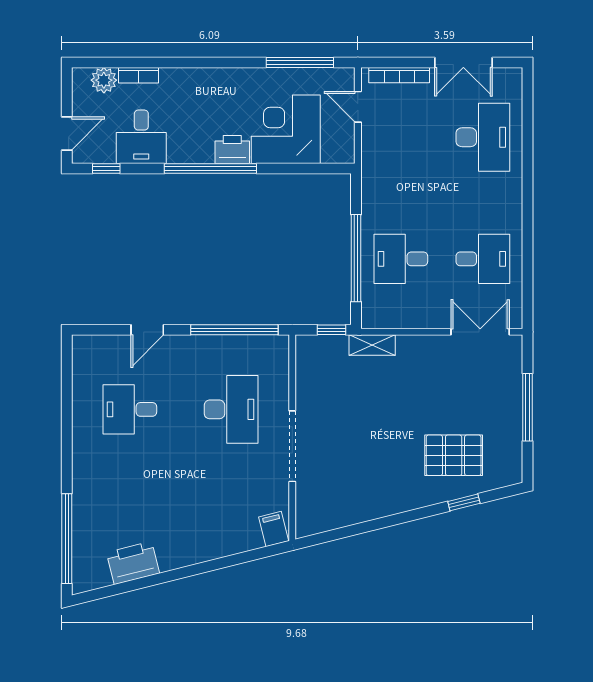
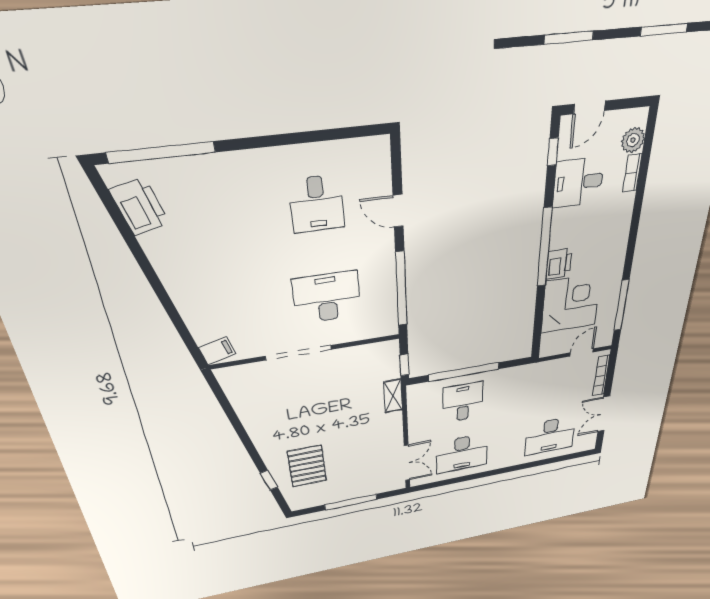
door: (67, 133) -> (589, 107), hinge flipped
desk: (483, 259) -> (462, 453), width x1.37
desk: (130, 409) -> (317, 204), turned 180
desk: (231, 409) -> (327, 297), turned 180
printer: (133, 563) -> (139, 207), moved

